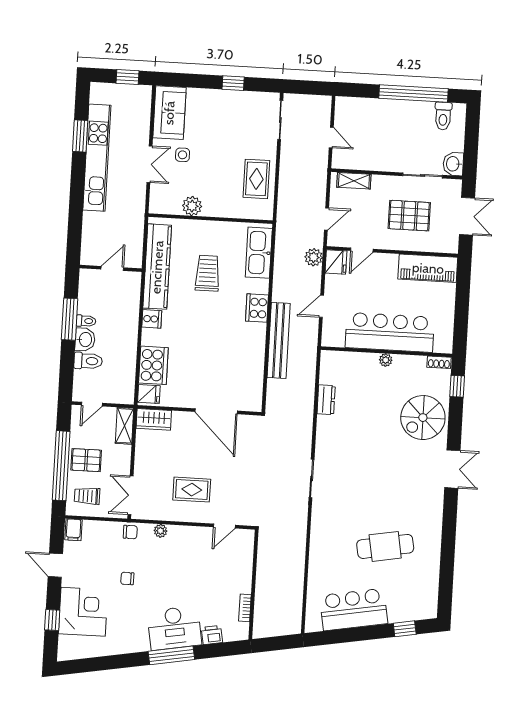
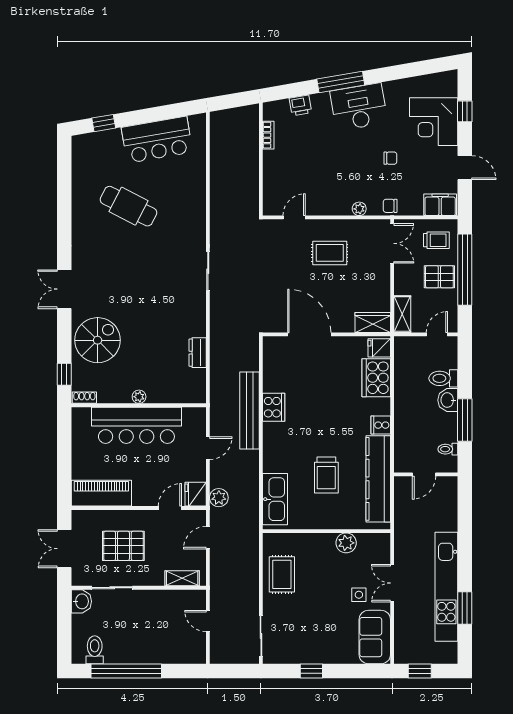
cooker: (257, 308) -> (274, 407), moved
toilet: (86, 321) -> (448, 449), moved
filing cabinet: (73, 530) -> (440, 205), width x2.00
cafe table: (385, 546) -> (128, 206), turned 37
desk: (174, 628) -> (359, 107), moved

